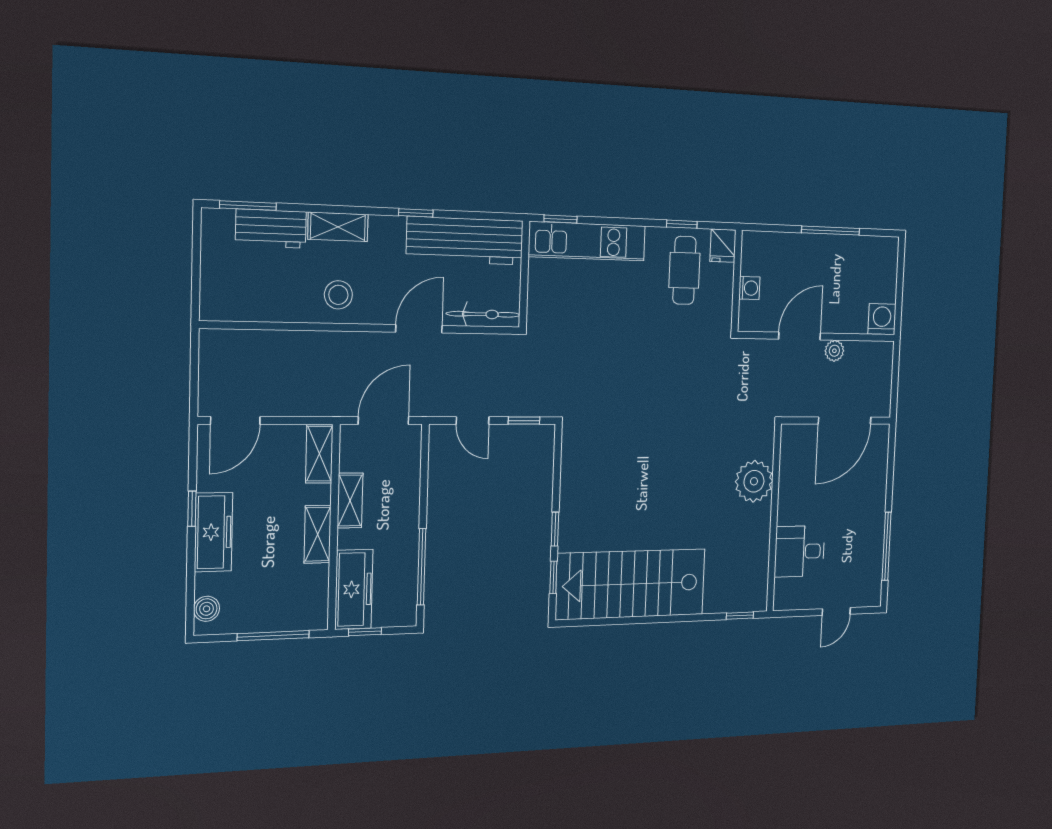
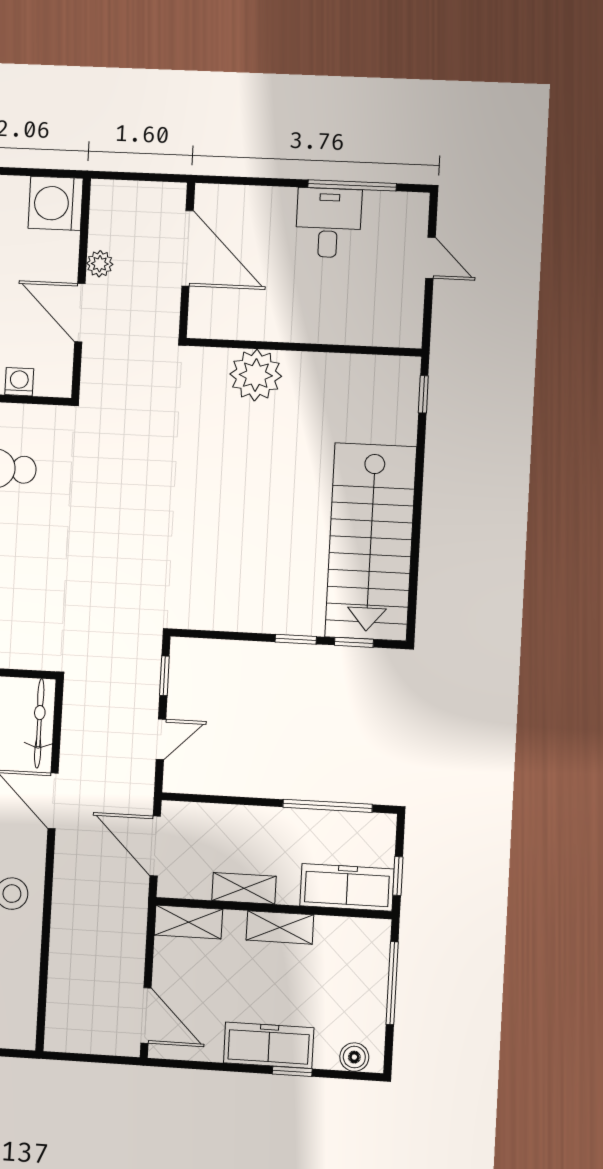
washing machine: (882, 319) -> (56, 203), width x1.37, depth x1.37
window: (192, 509) -> (292, 1071), moved
desk: (800, 551) -> (329, 223), moved, turned 180

